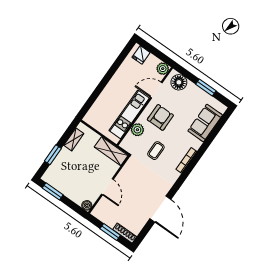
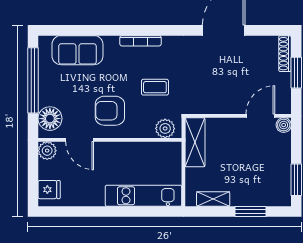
window: (206, 88) -> (33, 80), width x2.11
kitchen unit: (129, 114) -> (143, 196), moved, turned 180
plant: (137, 130) -> (165, 128), moved
door: (107, 187) -> (260, 116), moved

